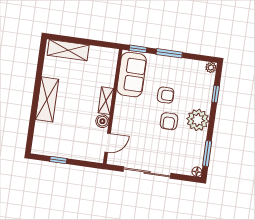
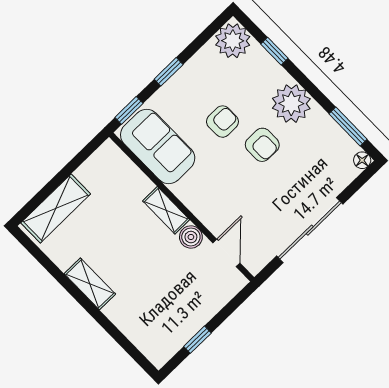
window: (169, 53) -> (169, 72), width x0.67
plant: (211, 68) -> (233, 41), width x1.88, depth x1.88
shelving: (47, 99) -> (90, 284), width x0.67, depth x0.75

